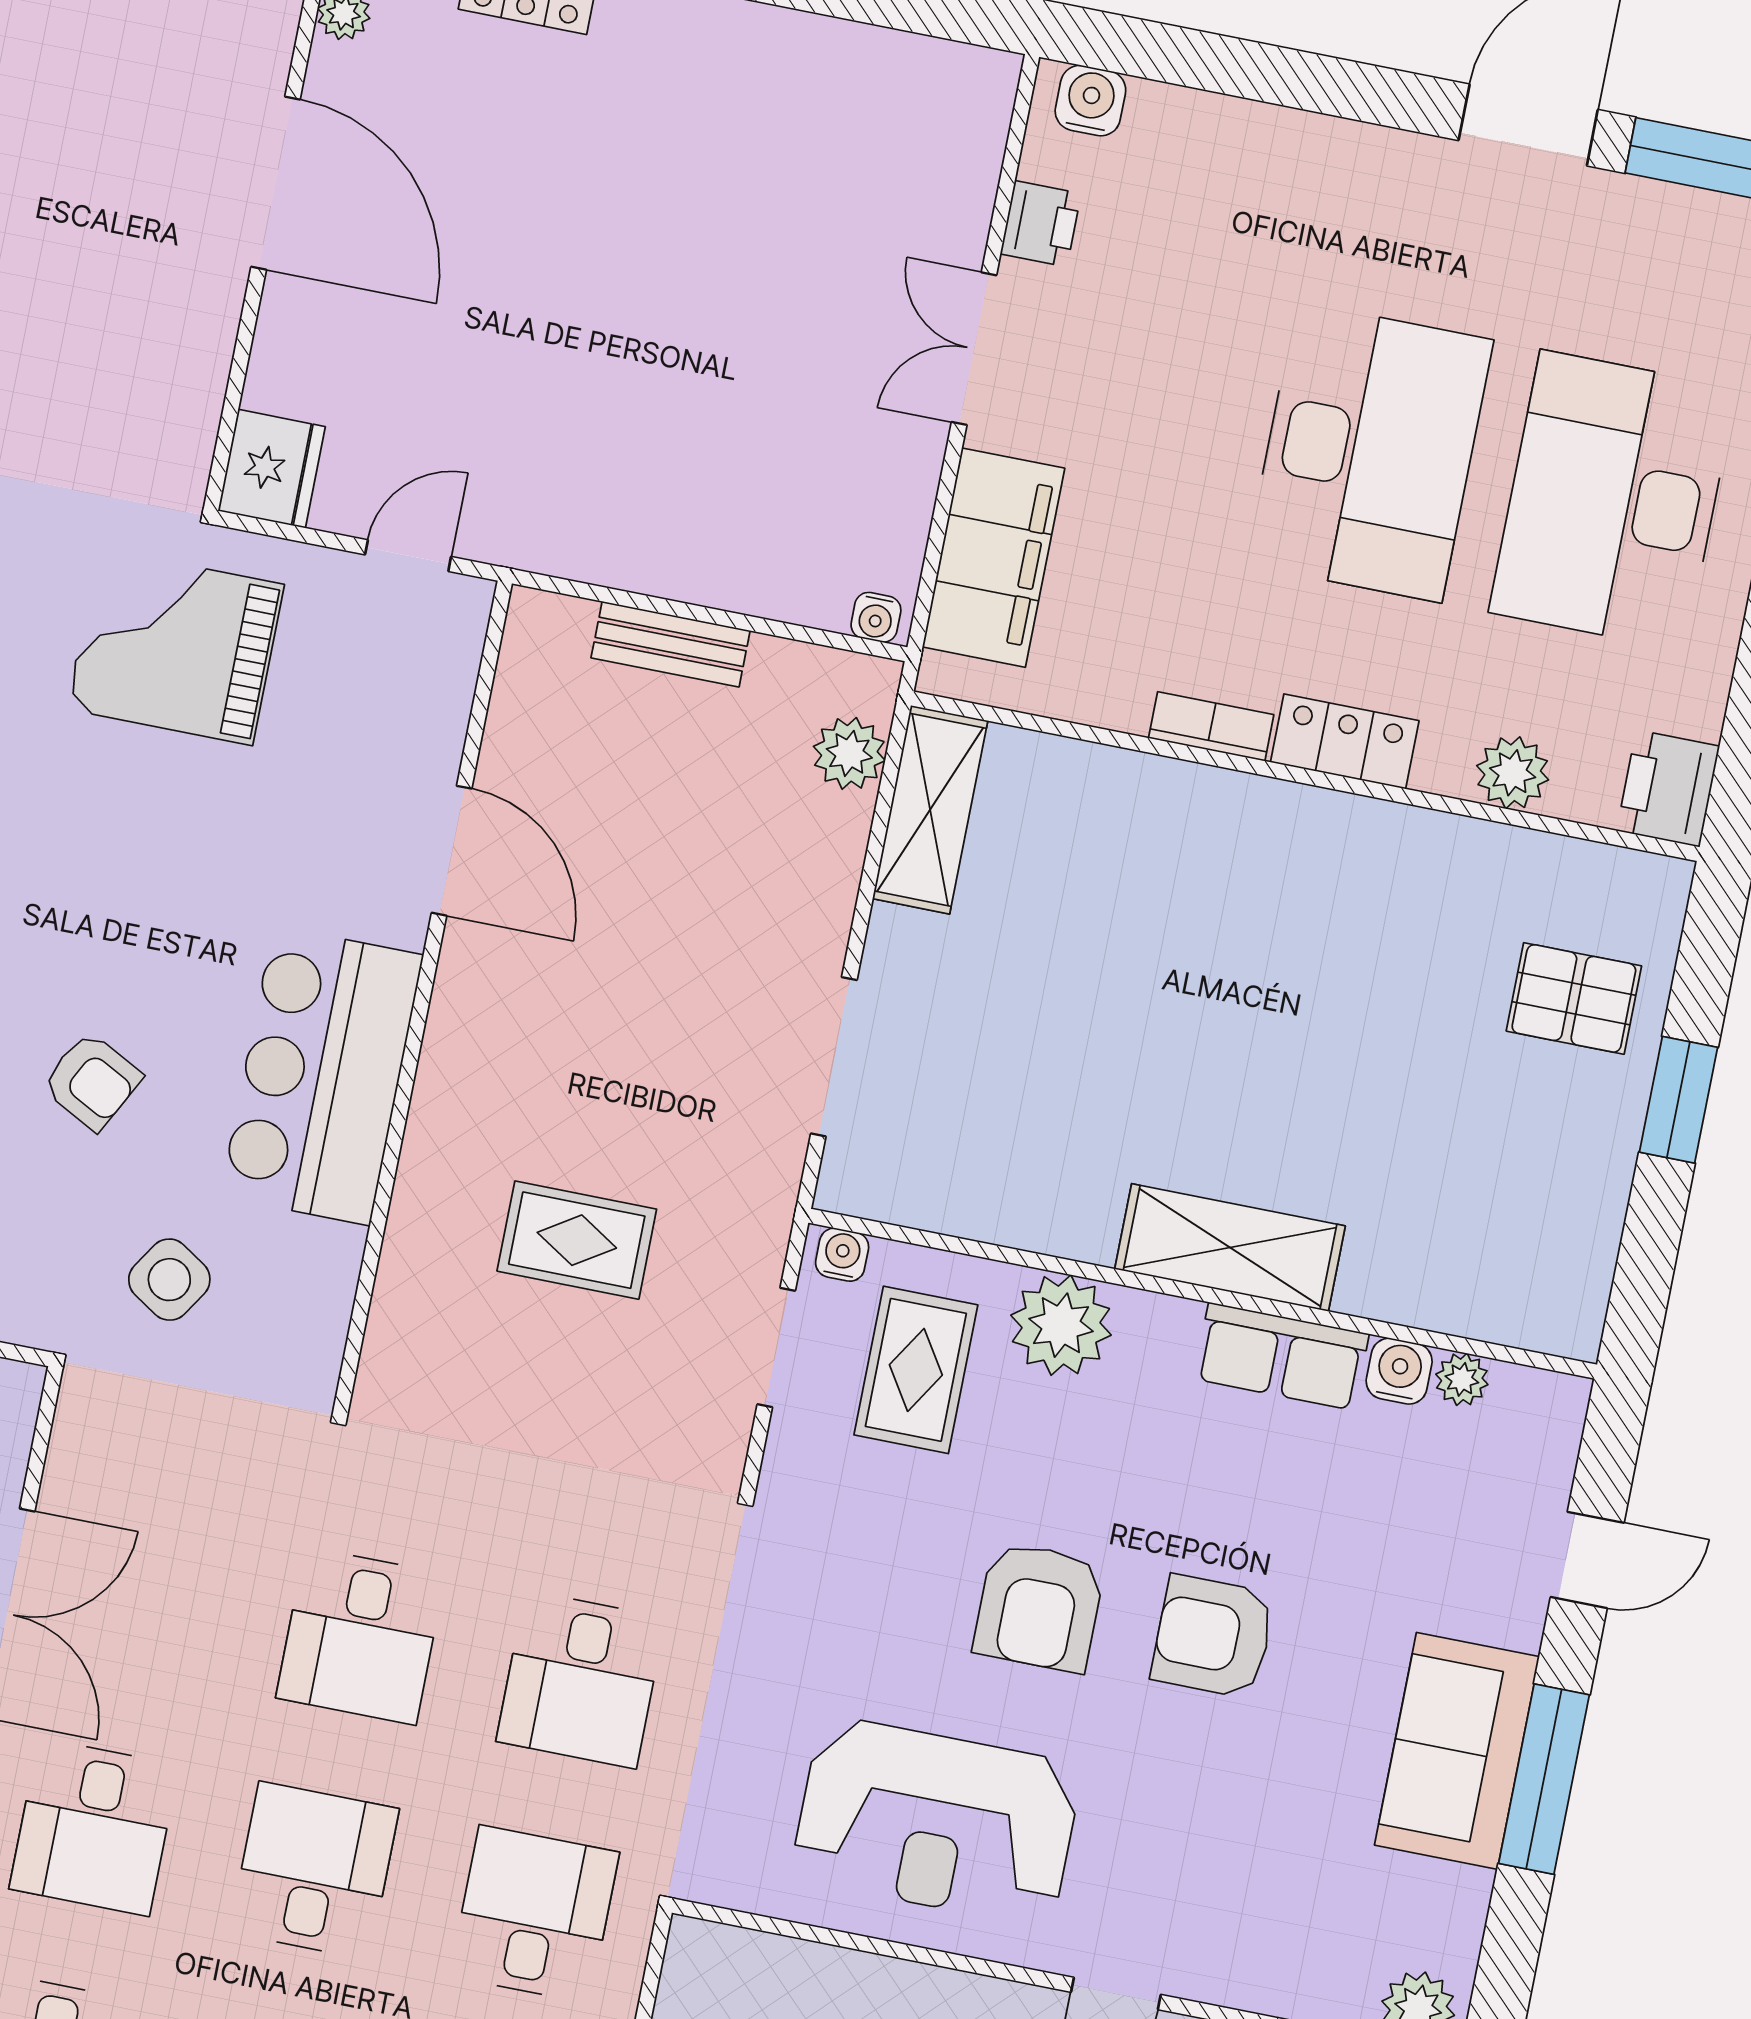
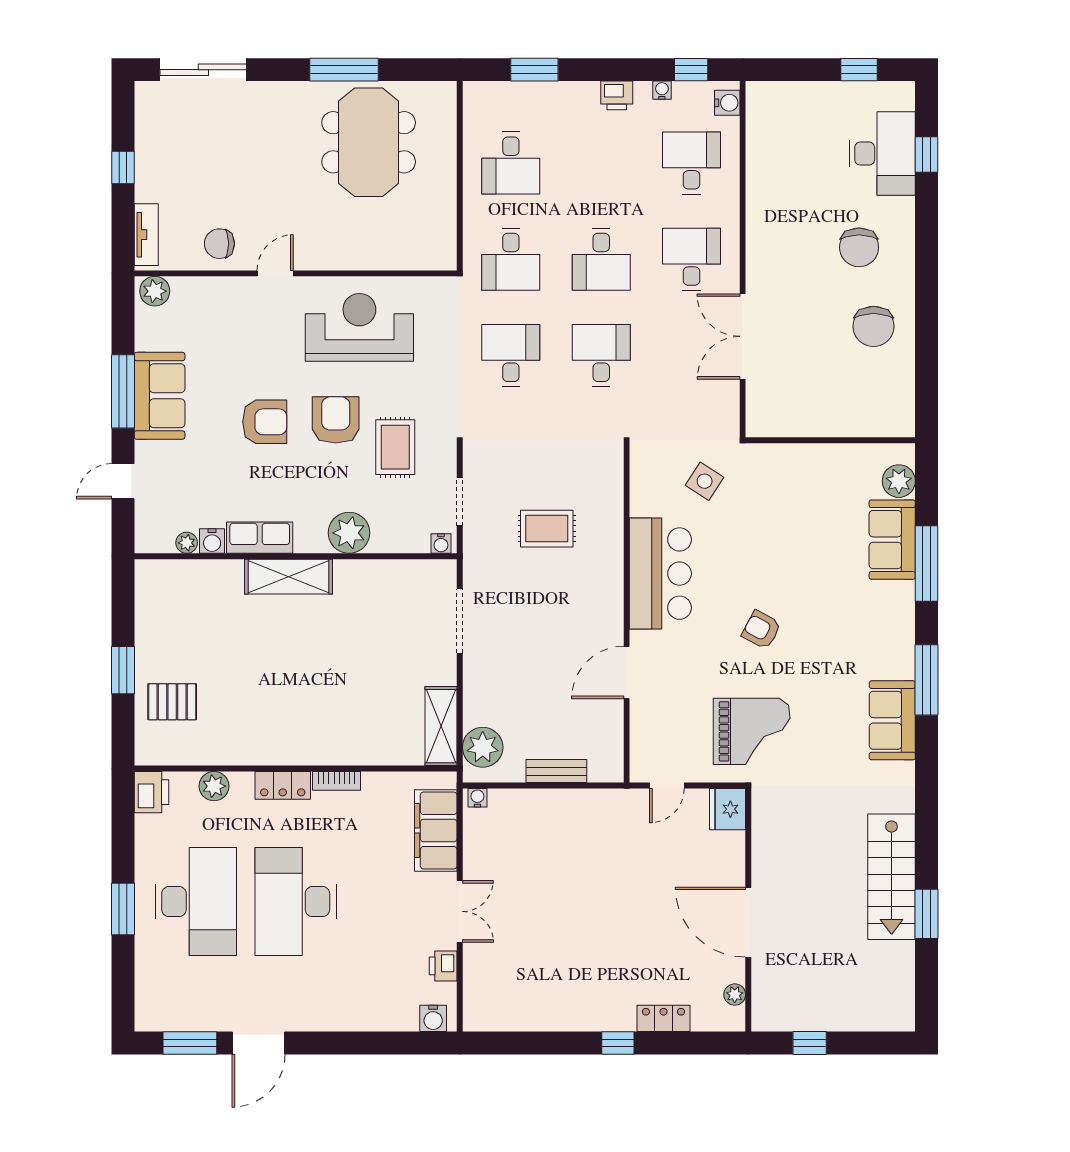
plant: (849, 753) -> (483, 747), width x1.36, depth x1.36
door: (452, 851) -> (627, 672), hinge flipped
armchair: (92, 1081) -> (761, 630), moved
rug: (916, 1370) -> (395, 447), moved

